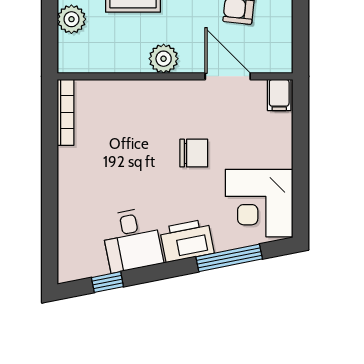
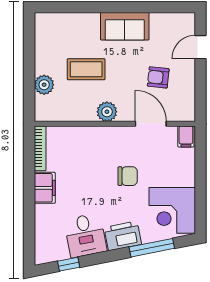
filing cabinet: (72, 170) -> (45, 188), added

